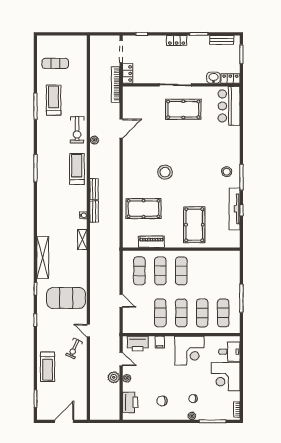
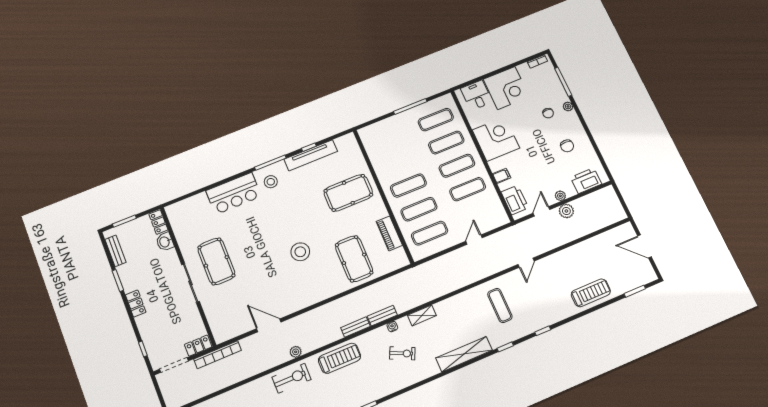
bar counter: (229, 106) -> (234, 194), moved
treadmill: (77, 169) -> (340, 358), turned 180
exercise mat: (66, 298) -> (500, 305), width x0.50, depth x0.69
exercise bike: (74, 348) -> (402, 353), moved

